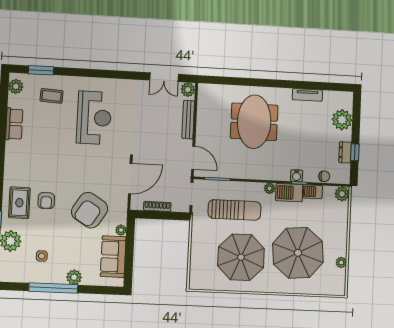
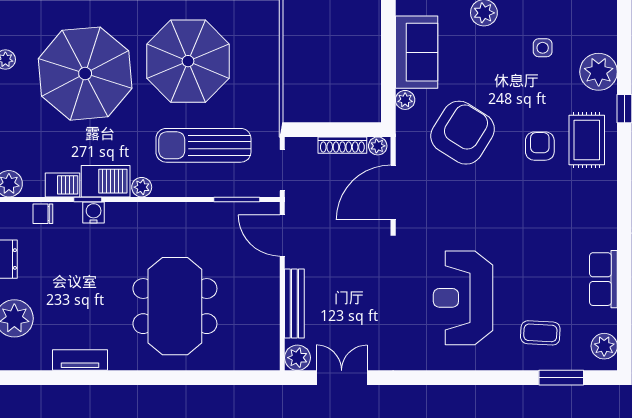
plant: (138, 205) -> (378, 146), added

